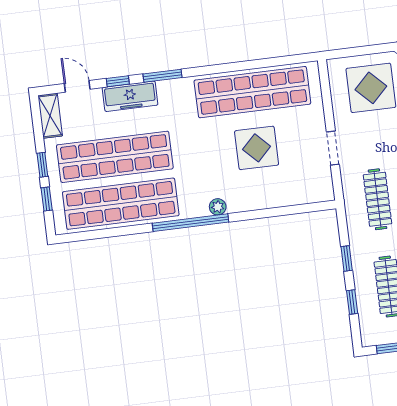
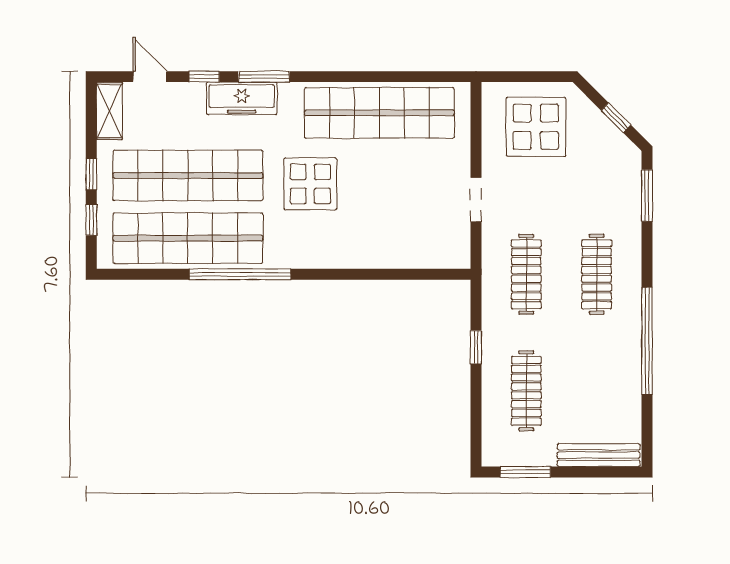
freezer: (130, 96) -> (242, 98), moved
display table: (257, 148) -> (310, 184), moved
plant: (218, 207) -> (315, 258), removed
window: (191, 223) -> (240, 274), moved
window: (352, 302) -> (476, 405), removed

